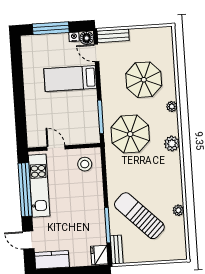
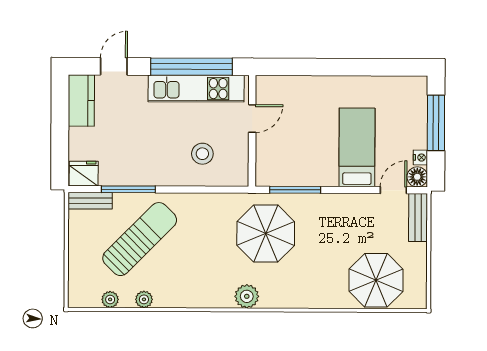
parasol: (144, 80) -> (376, 280), moved
plant: (172, 106) -> (110, 299), moved
stool: (85, 164) -> (202, 154), moved

